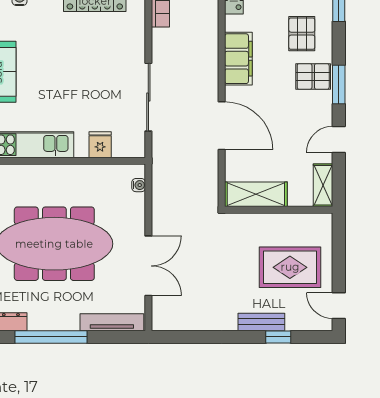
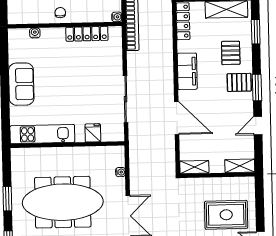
water cooler: (139, 185) -> (120, 172), moved
shelving: (323, 185) -> (240, 166), moved, turned 90
shelving: (256, 194) -> (194, 167), width x0.67, depth x0.75

